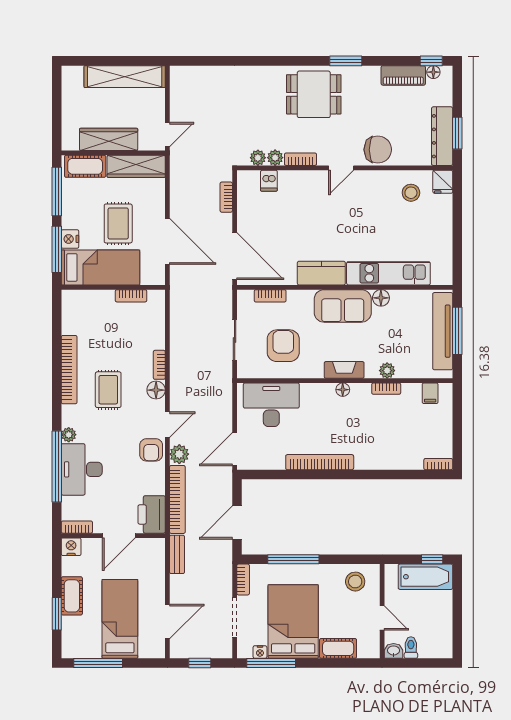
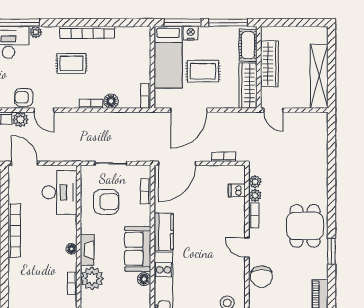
bookcase: (131, 296) -> (146, 96), moved
plant: (387, 371) -> (92, 279), width x1.87, depth x1.87
floor lamp: (156, 390) -> (111, 101), moved

